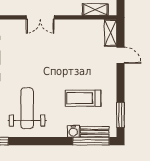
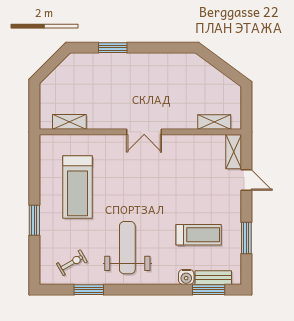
treadmill: (83, 98) -> (199, 235), turned 180
window: (121, 115) -> (246, 238), moved
window: (91, 141) -> (209, 290), width x0.69

